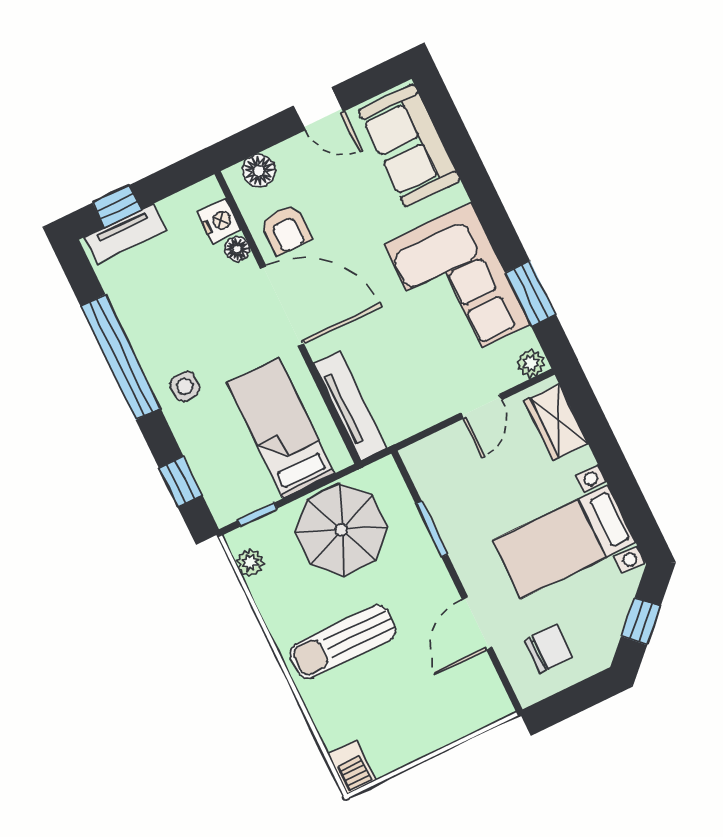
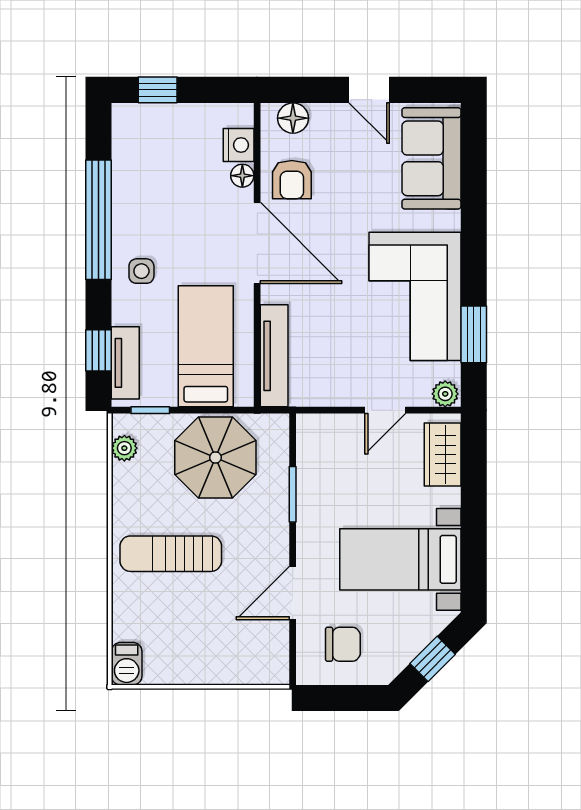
tv unit: (126, 233) -> (125, 363), moved, turned -90

